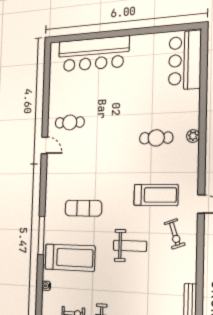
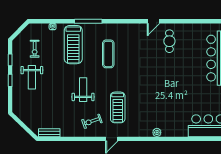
cafe table: (156, 138) -> (156, 107), removed
weight bench: (130, 246) -> (83, 90), turned 180

